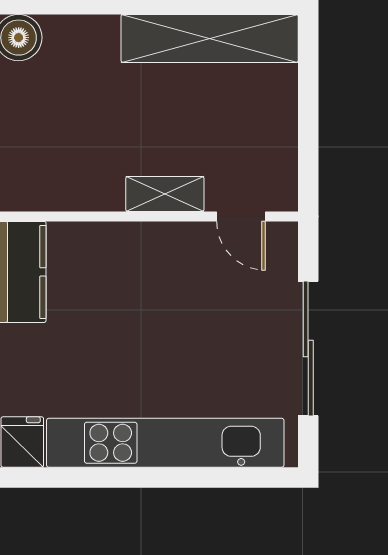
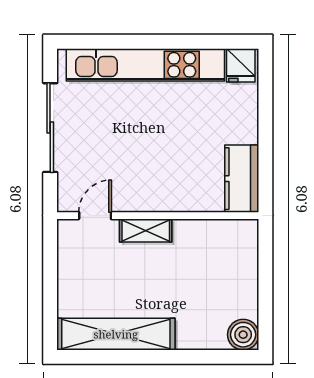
door: (241, 216) -> (95, 216), hinge flipped

